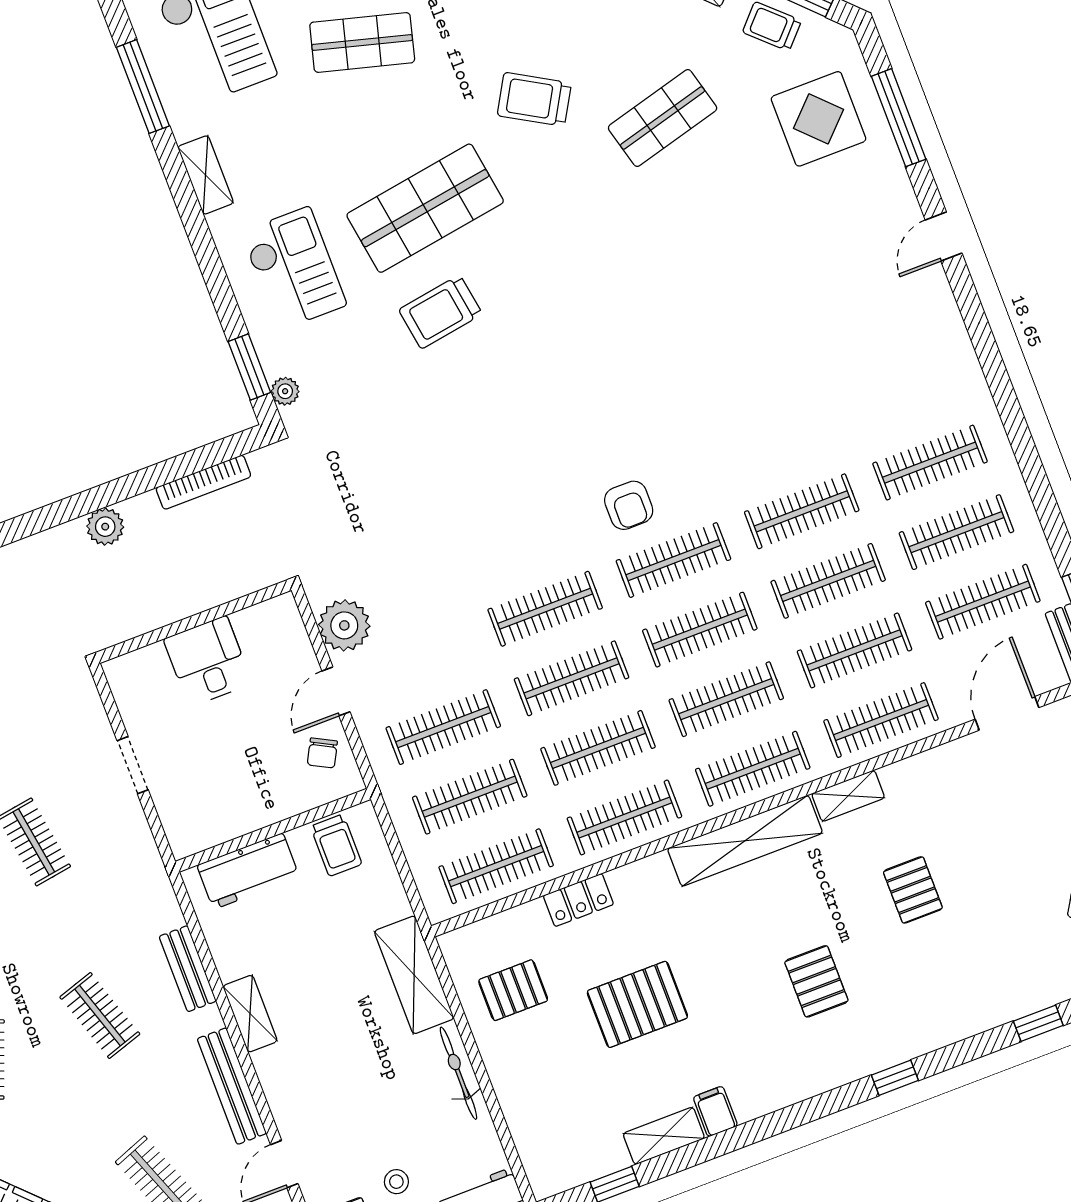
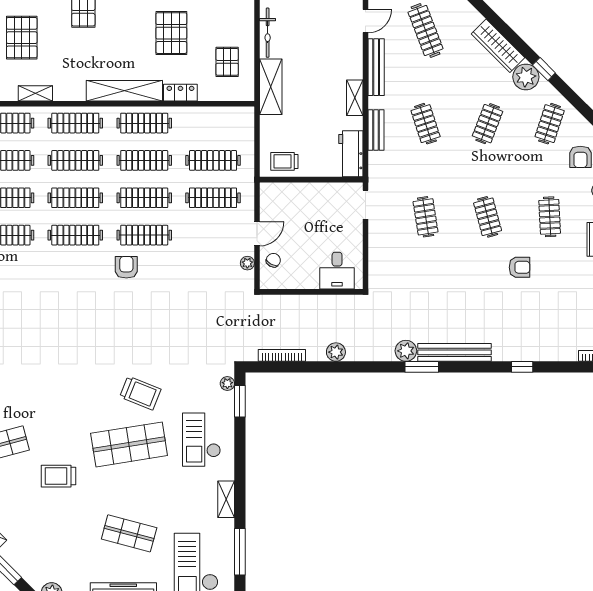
trolley: (534, 99) -> (58, 476), turned 150
trolley: (440, 312) -> (140, 393), turned 31
armchair: (629, 505) -> (126, 267), moved
plant: (344, 625) -> (247, 263), width x0.53, depth x0.53
desk: (208, 661) -> (337, 271), moved
chair: (322, 753) -> (273, 260), moved
doorway: (133, 765) -> (366, 205), moved
shelving: (745, 841) -> (124, 91), moved
trolley: (336, 845) -> (284, 161), turned -90
clothes rail: (496, 866) -> (213, 123), removed
workbench: (248, 871) -> (351, 154), moved, turned -90
pallet: (913, 890) -> (22, 38), width x1.50, depth x1.42
pallet: (513, 990) -> (227, 62), turned 90
pallet: (637, 1004) -> (171, 33), turned 90

